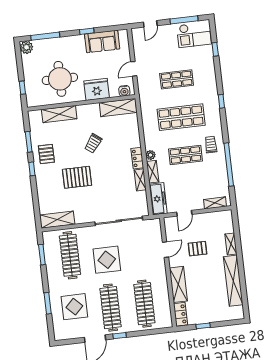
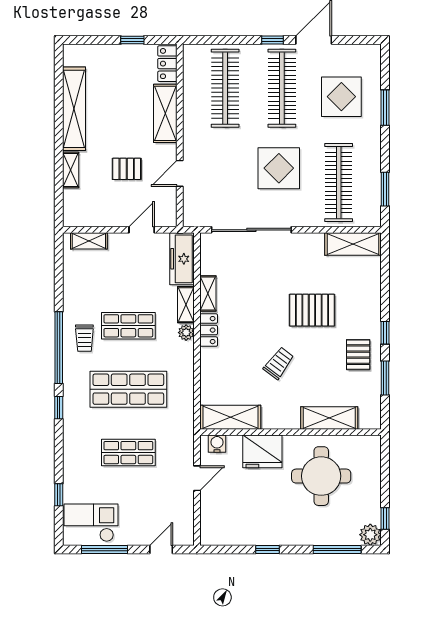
sofa: (102, 41) -> (244, 530), removed
window: (22, 88) -> (385, 518), moved
window: (229, 165) -> (59, 348), moved

